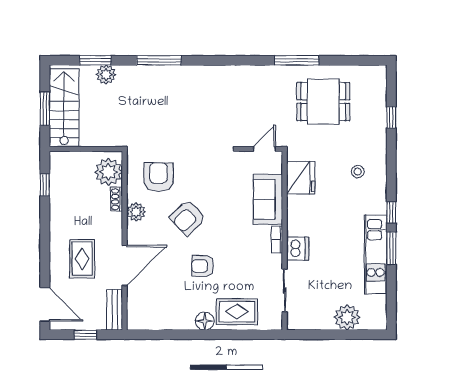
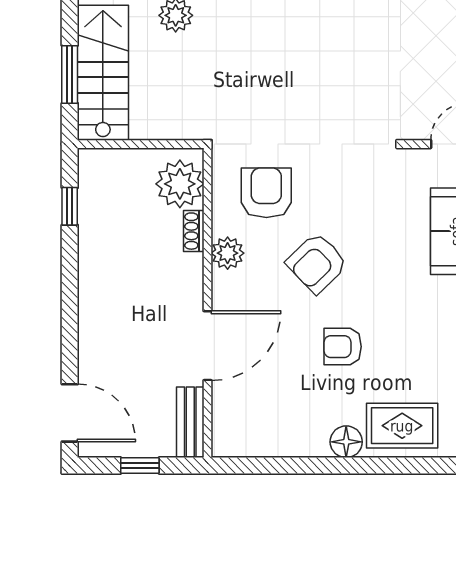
rug: (82, 259) -> (134, 334), removed

